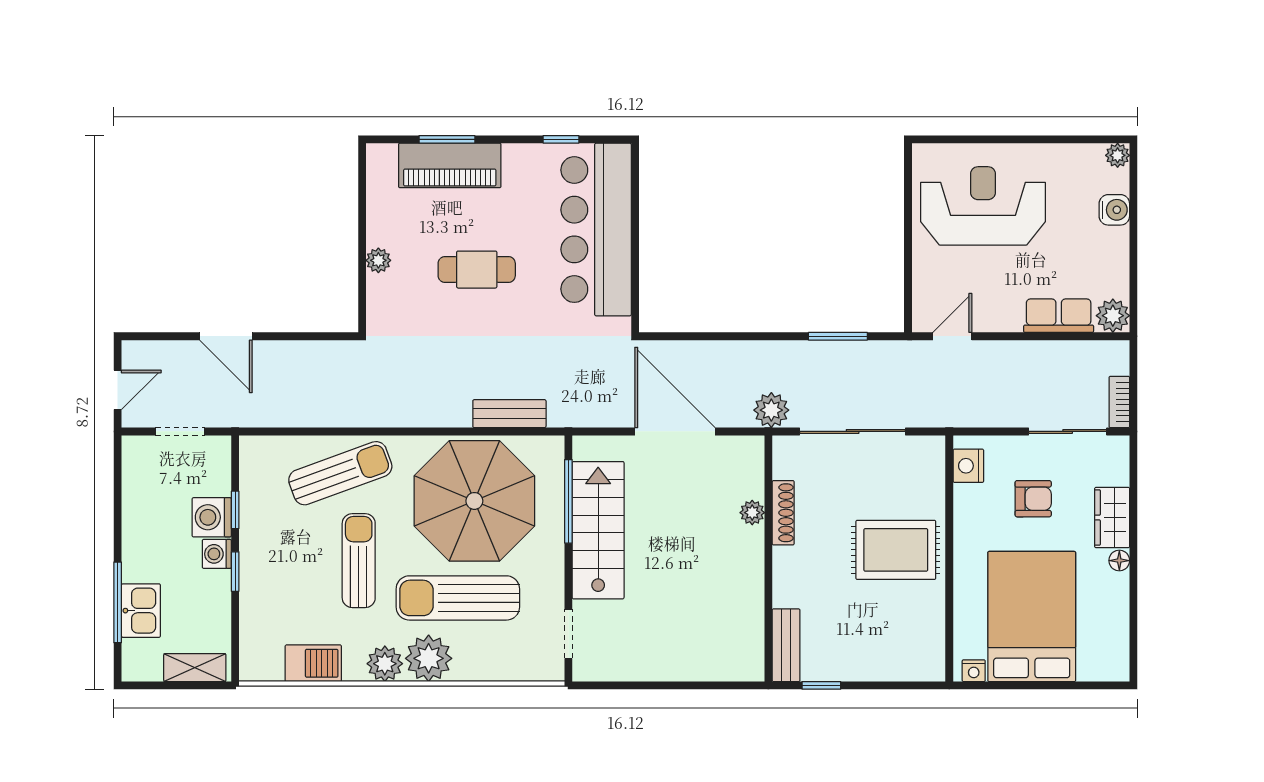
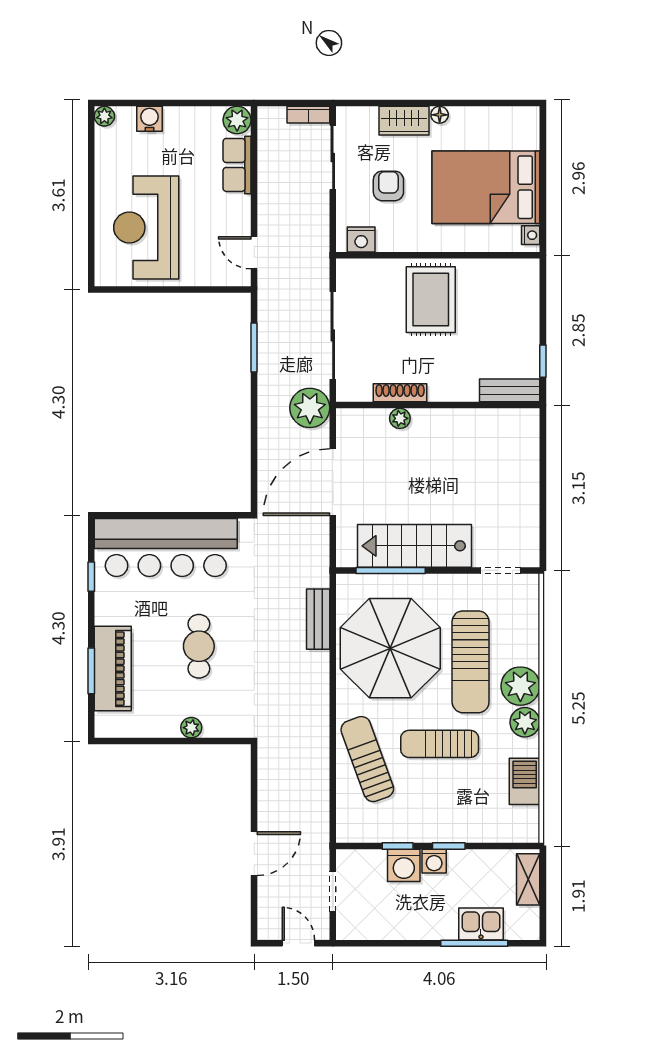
plant: (771, 410) -> (310, 408), width x1.36, depth x1.36

